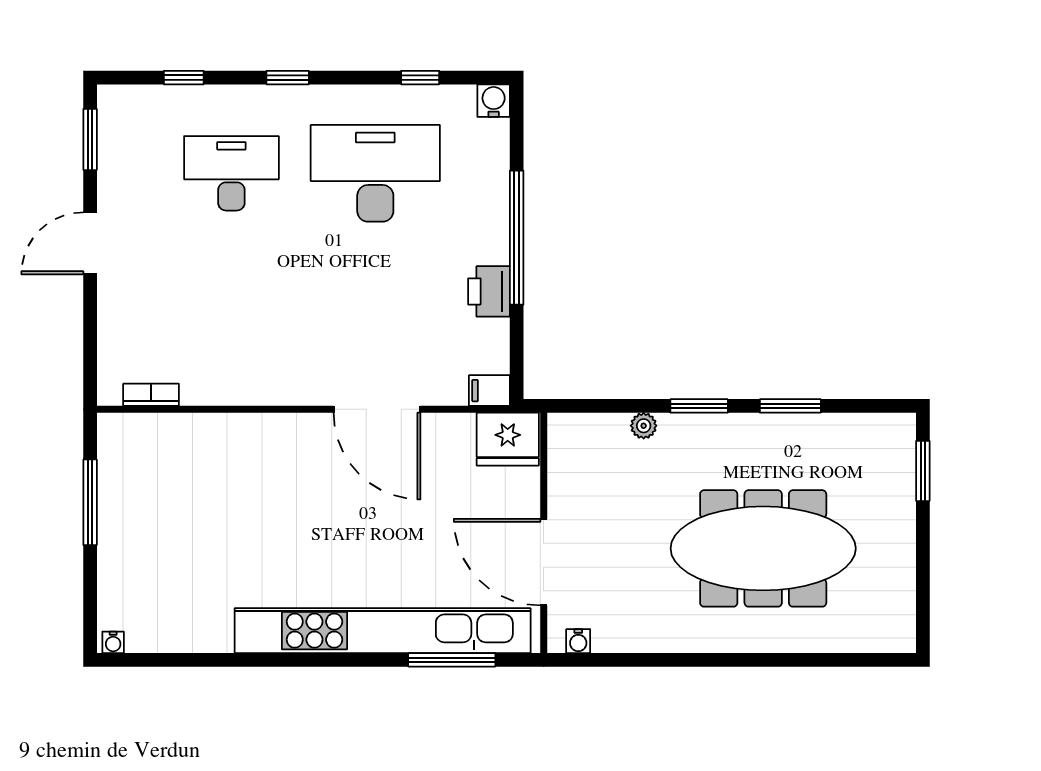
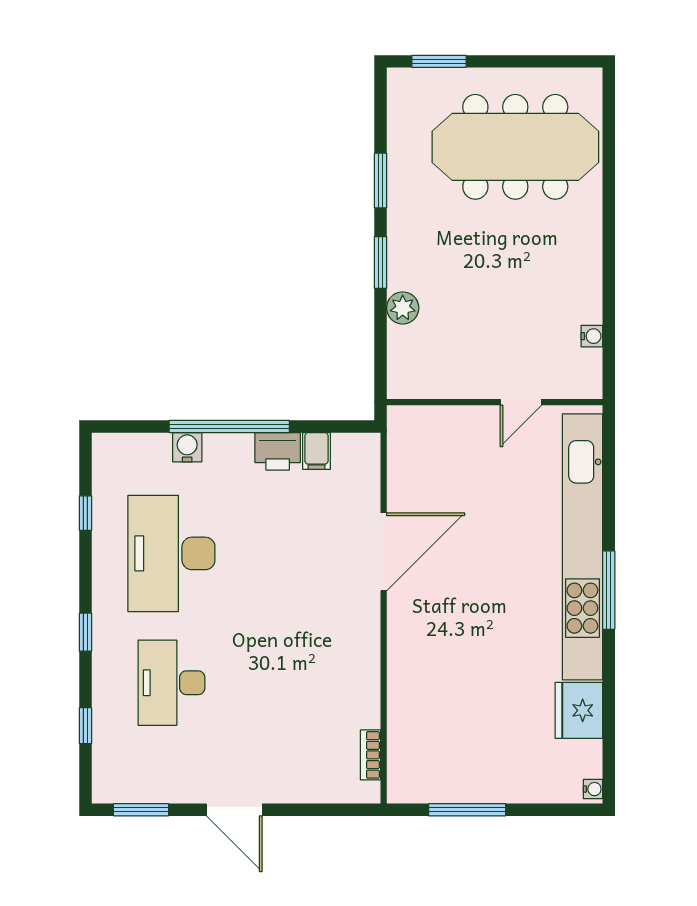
water cooler: (494, 101) -> (187, 447), moved, turned 90
filing cabinet: (489, 391) -> (317, 451), moved
plant: (644, 426) -> (403, 308), width x1.38, depth x1.38
fridge: (508, 439) -> (579, 710), moved, turned 180
meeting table: (763, 548) -> (515, 147), moved, turned 90
door: (544, 562) -> (521, 402), width x0.53
water cooler: (578, 641) -> (592, 336), moved
window: (452, 660) -> (609, 590), moved

